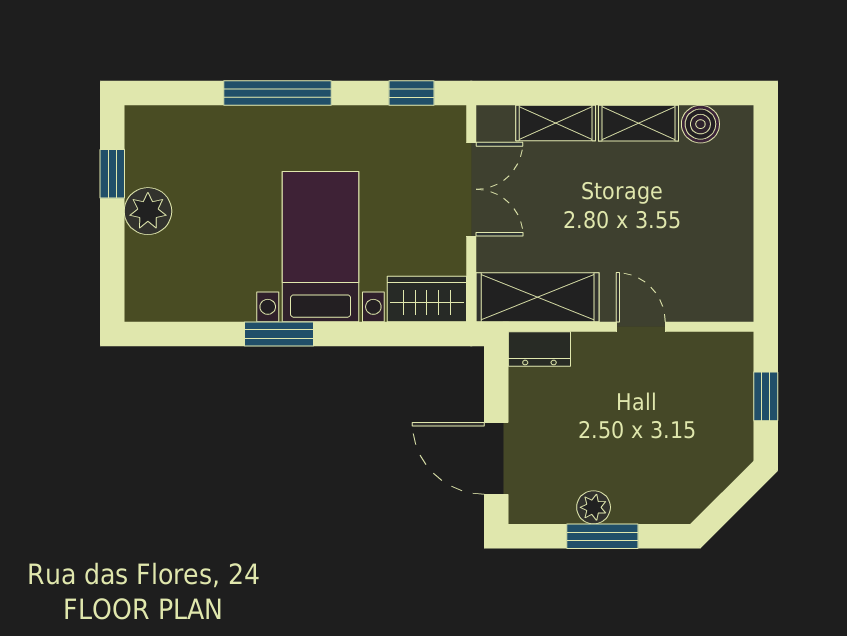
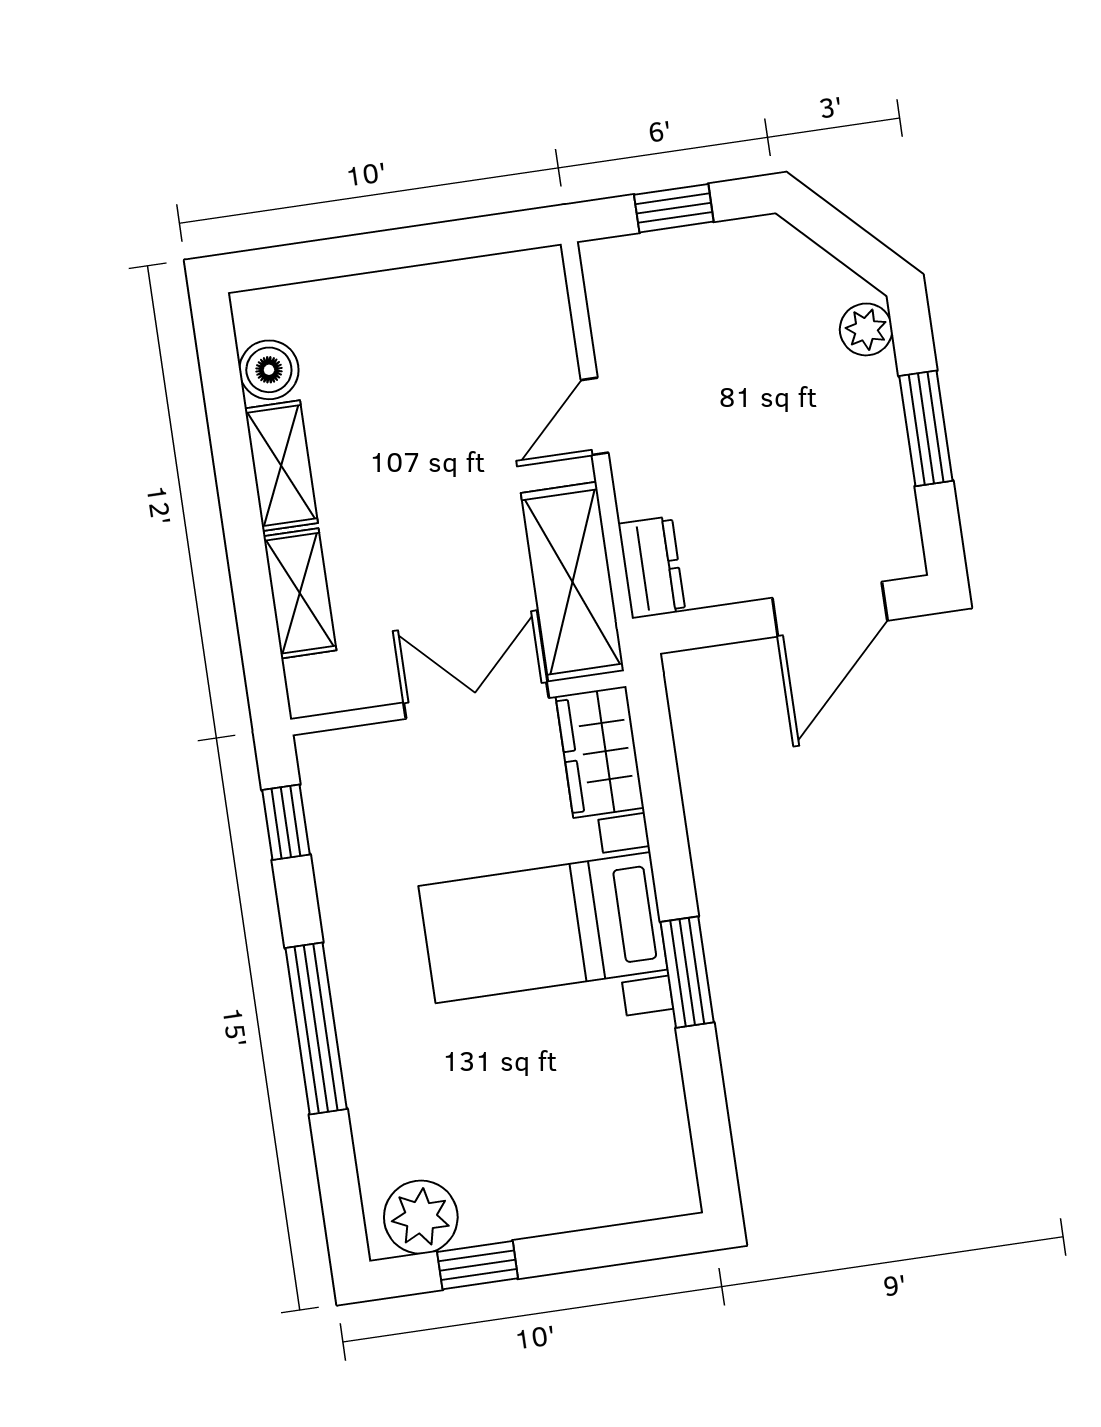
double door: (471, 189) -> (476, 700), moved
plant: (148, 211) -> (421, 1217), moved
plant: (594, 507) -> (866, 329), moved

